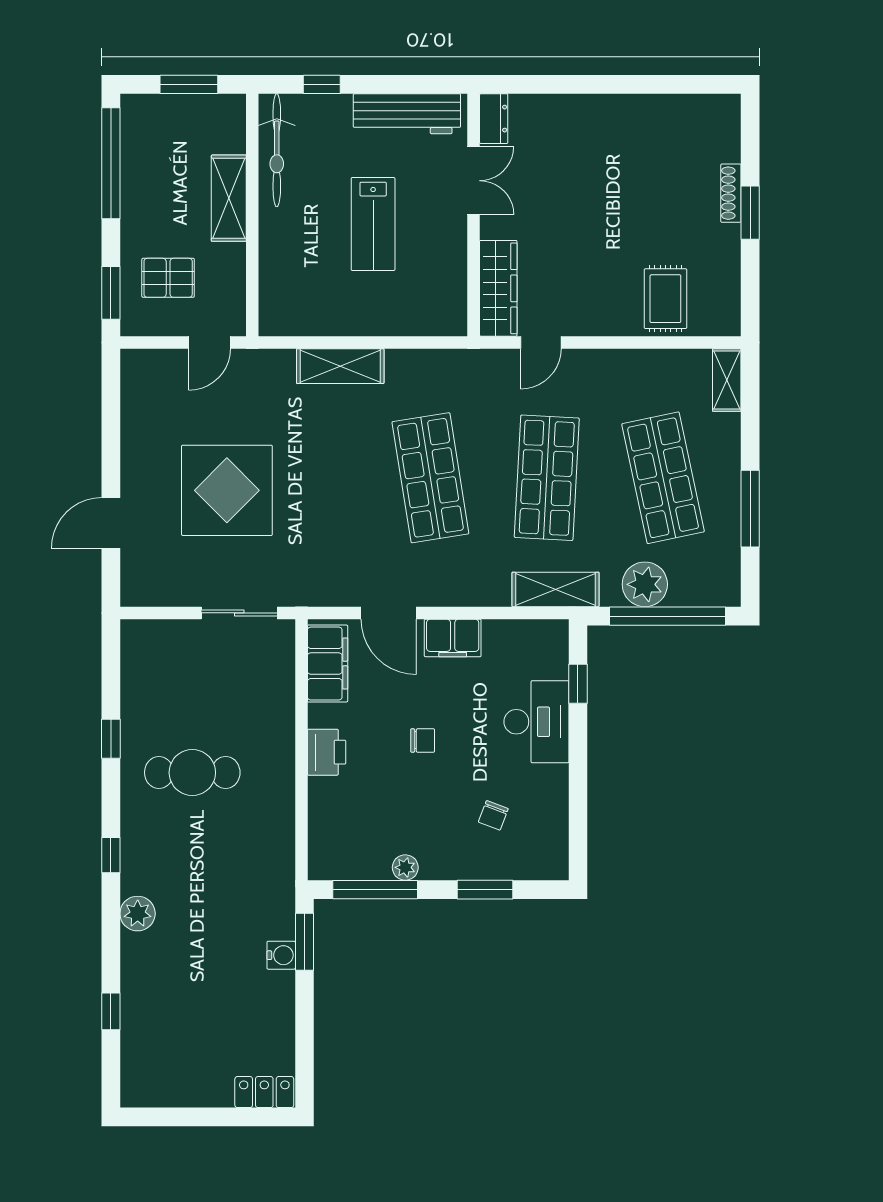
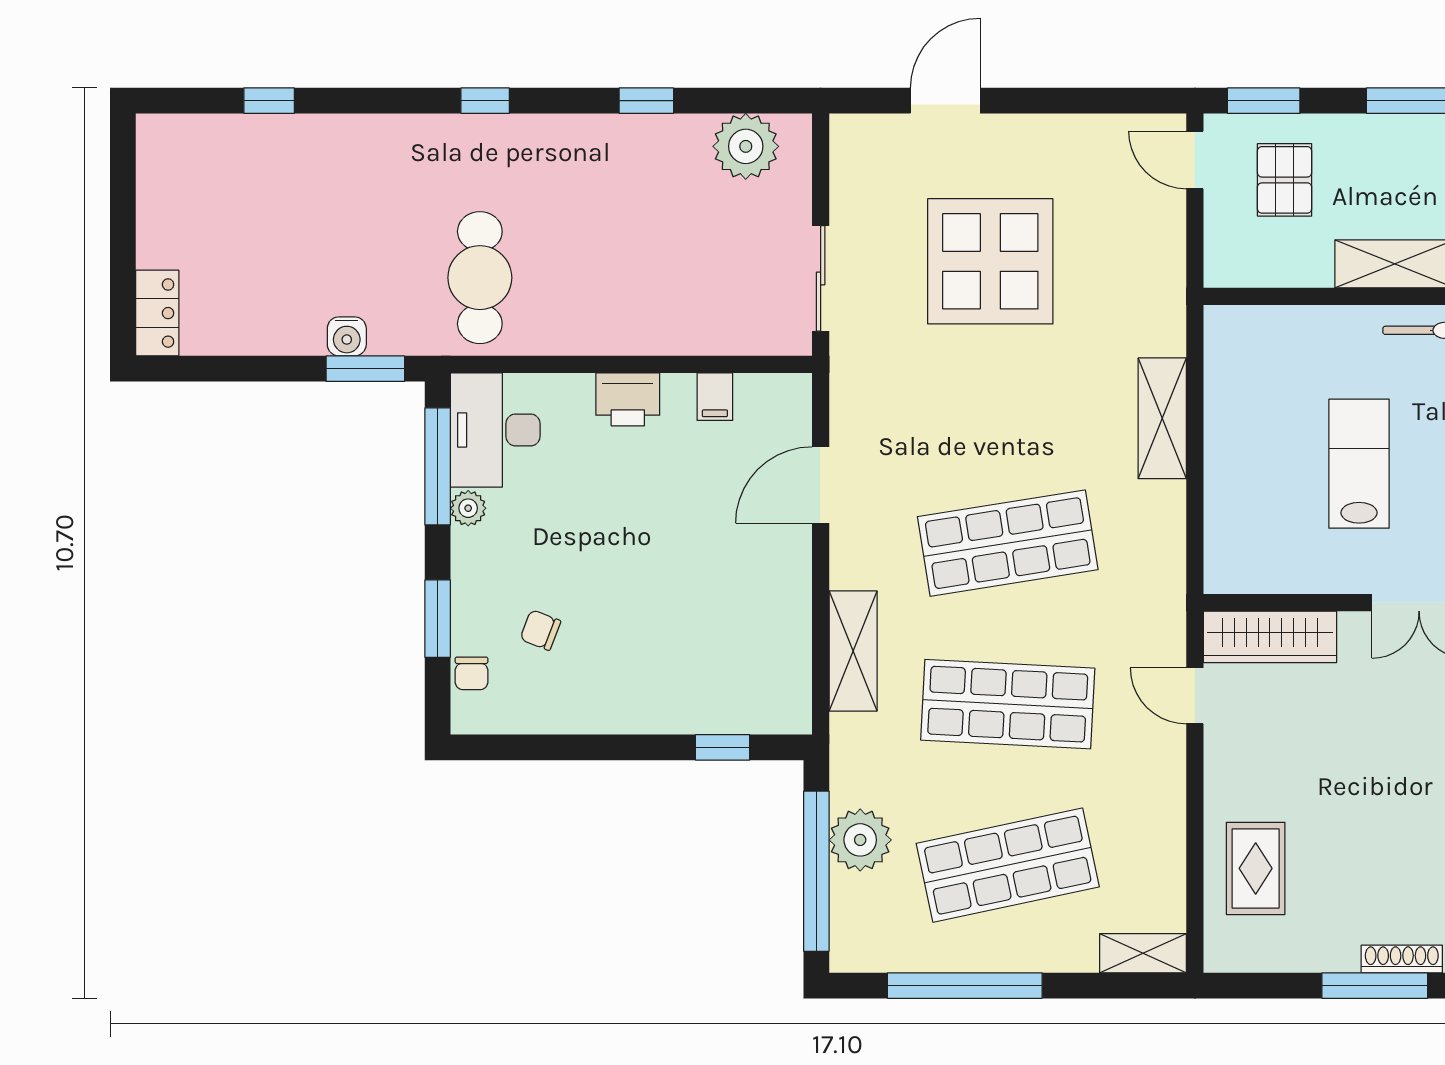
window: (750, 213) -> (1375, 986), width x1.44
lab bench: (373, 224) -> (1359, 464), turned 90
rug: (665, 299) -> (1256, 868), turned 90
door: (210, 343) -> (1195, 160), moved
window: (750, 509) -> (965, 986), width x1.46
door: (111, 523) -> (945, 101), hinge flipped
shelving: (555, 589) -> (853, 651), moved
filing cabinet: (453, 638) -> (786, 574), removed
filing cabinet: (328, 664) -> (715, 397), width x0.33, depth x0.86
desk: (536, 722) -> (495, 430), moved, turned 90
chair: (423, 740) -> (471, 673), moved
cafe table: (192, 773) -> (480, 278), moved
plant: (138, 914) -> (746, 146), moved, width x1.36, depth x1.36

